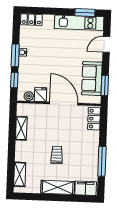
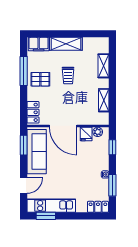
window: (15, 55) -> (112, 185), moved
sofa: (92, 78) -> (37, 152), width x1.36
pallet: (85, 152) -> (40, 79), added
shelving: (20, 174) -> (104, 66), moved

